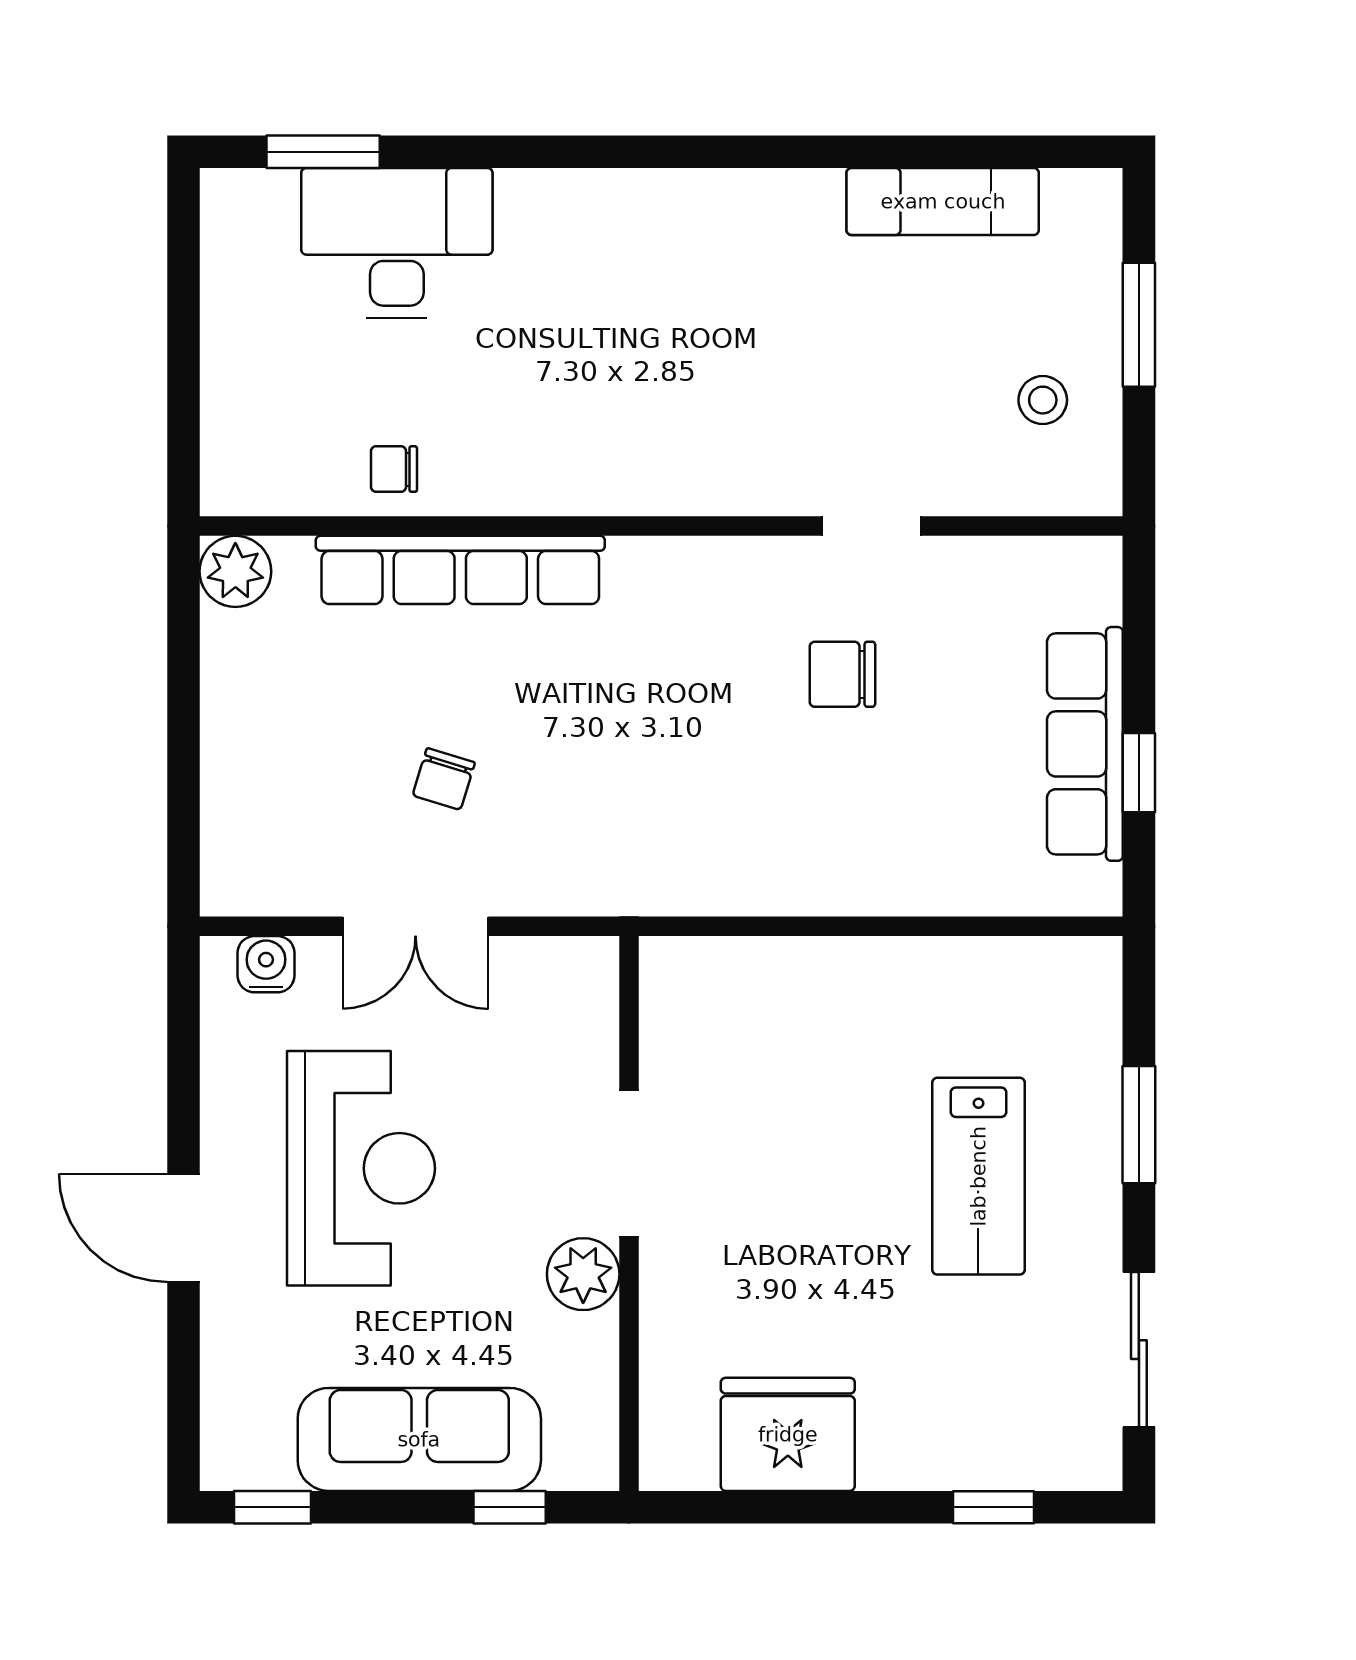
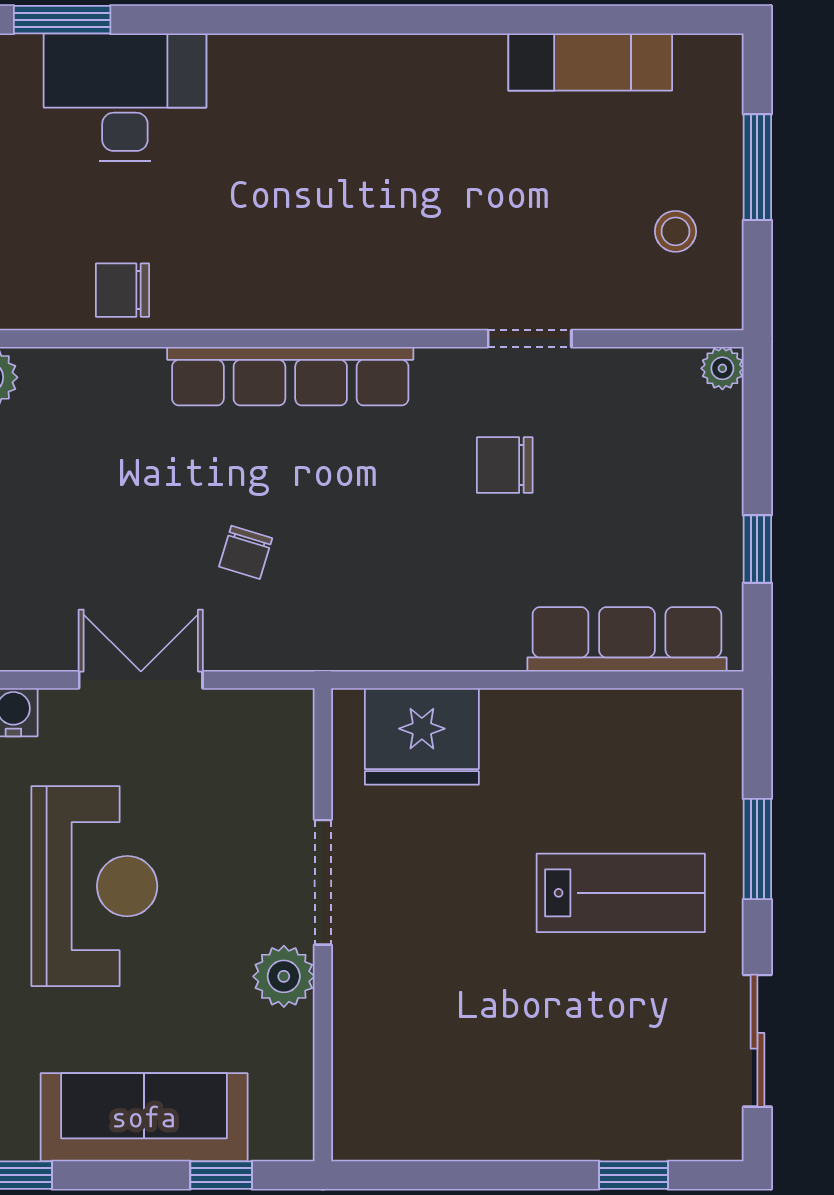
chair: (394, 469) -> (123, 290), width x1.37, depth x1.37
plant: (1098, 561) -> (722, 368), added
row of seats: (460, 570) -> (290, 376), moved
row of seats: (1085, 744) -> (627, 639), moved, turned 90
chair: (444, 779) -> (246, 552), moved
double door: (415, 926) -> (141, 680), swing flipped
lab bench: (978, 1176) -> (621, 893), turned -90
fridge: (788, 1434) -> (422, 736), moved, turned 180

